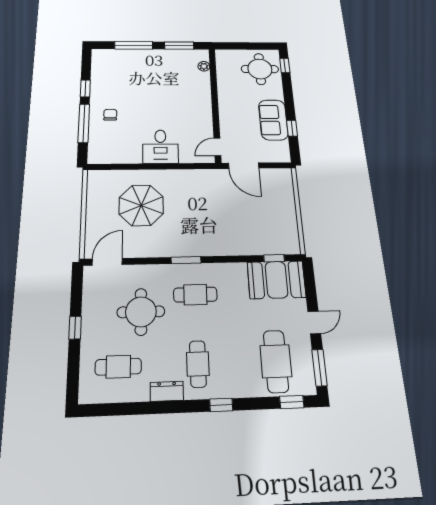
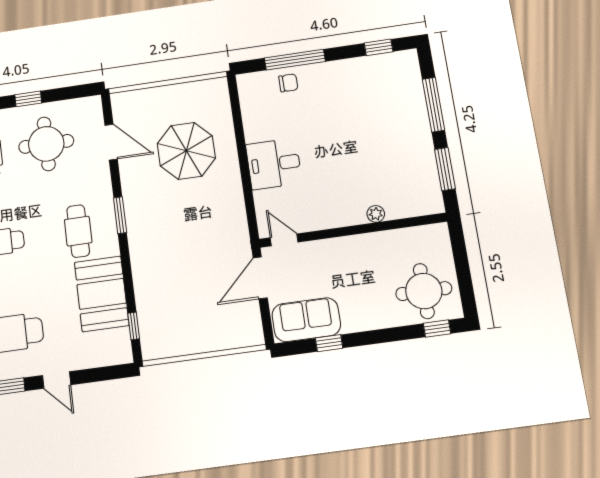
plant: (204, 66) -> (376, 214), moved
window: (85, 88) -> (379, 47), moved
chair: (110, 115) -> (288, 83), moved
sofa: (273, 120) -> (306, 320), moved
door: (107, 262) -> (111, 142), moved
booth: (276, 280) -> (102, 294), moved
round table: (141, 312) -> (46, 144), moved

